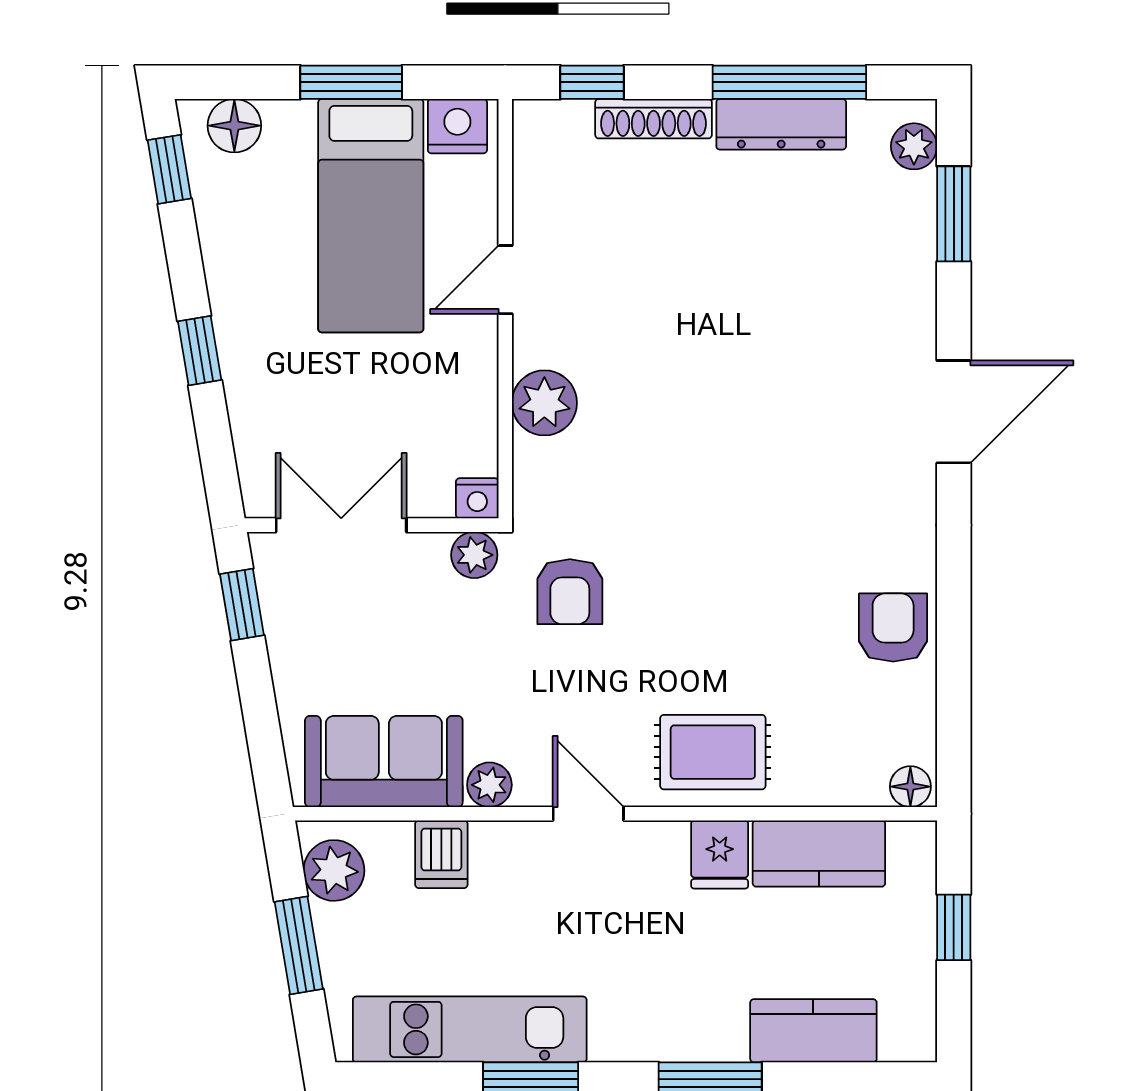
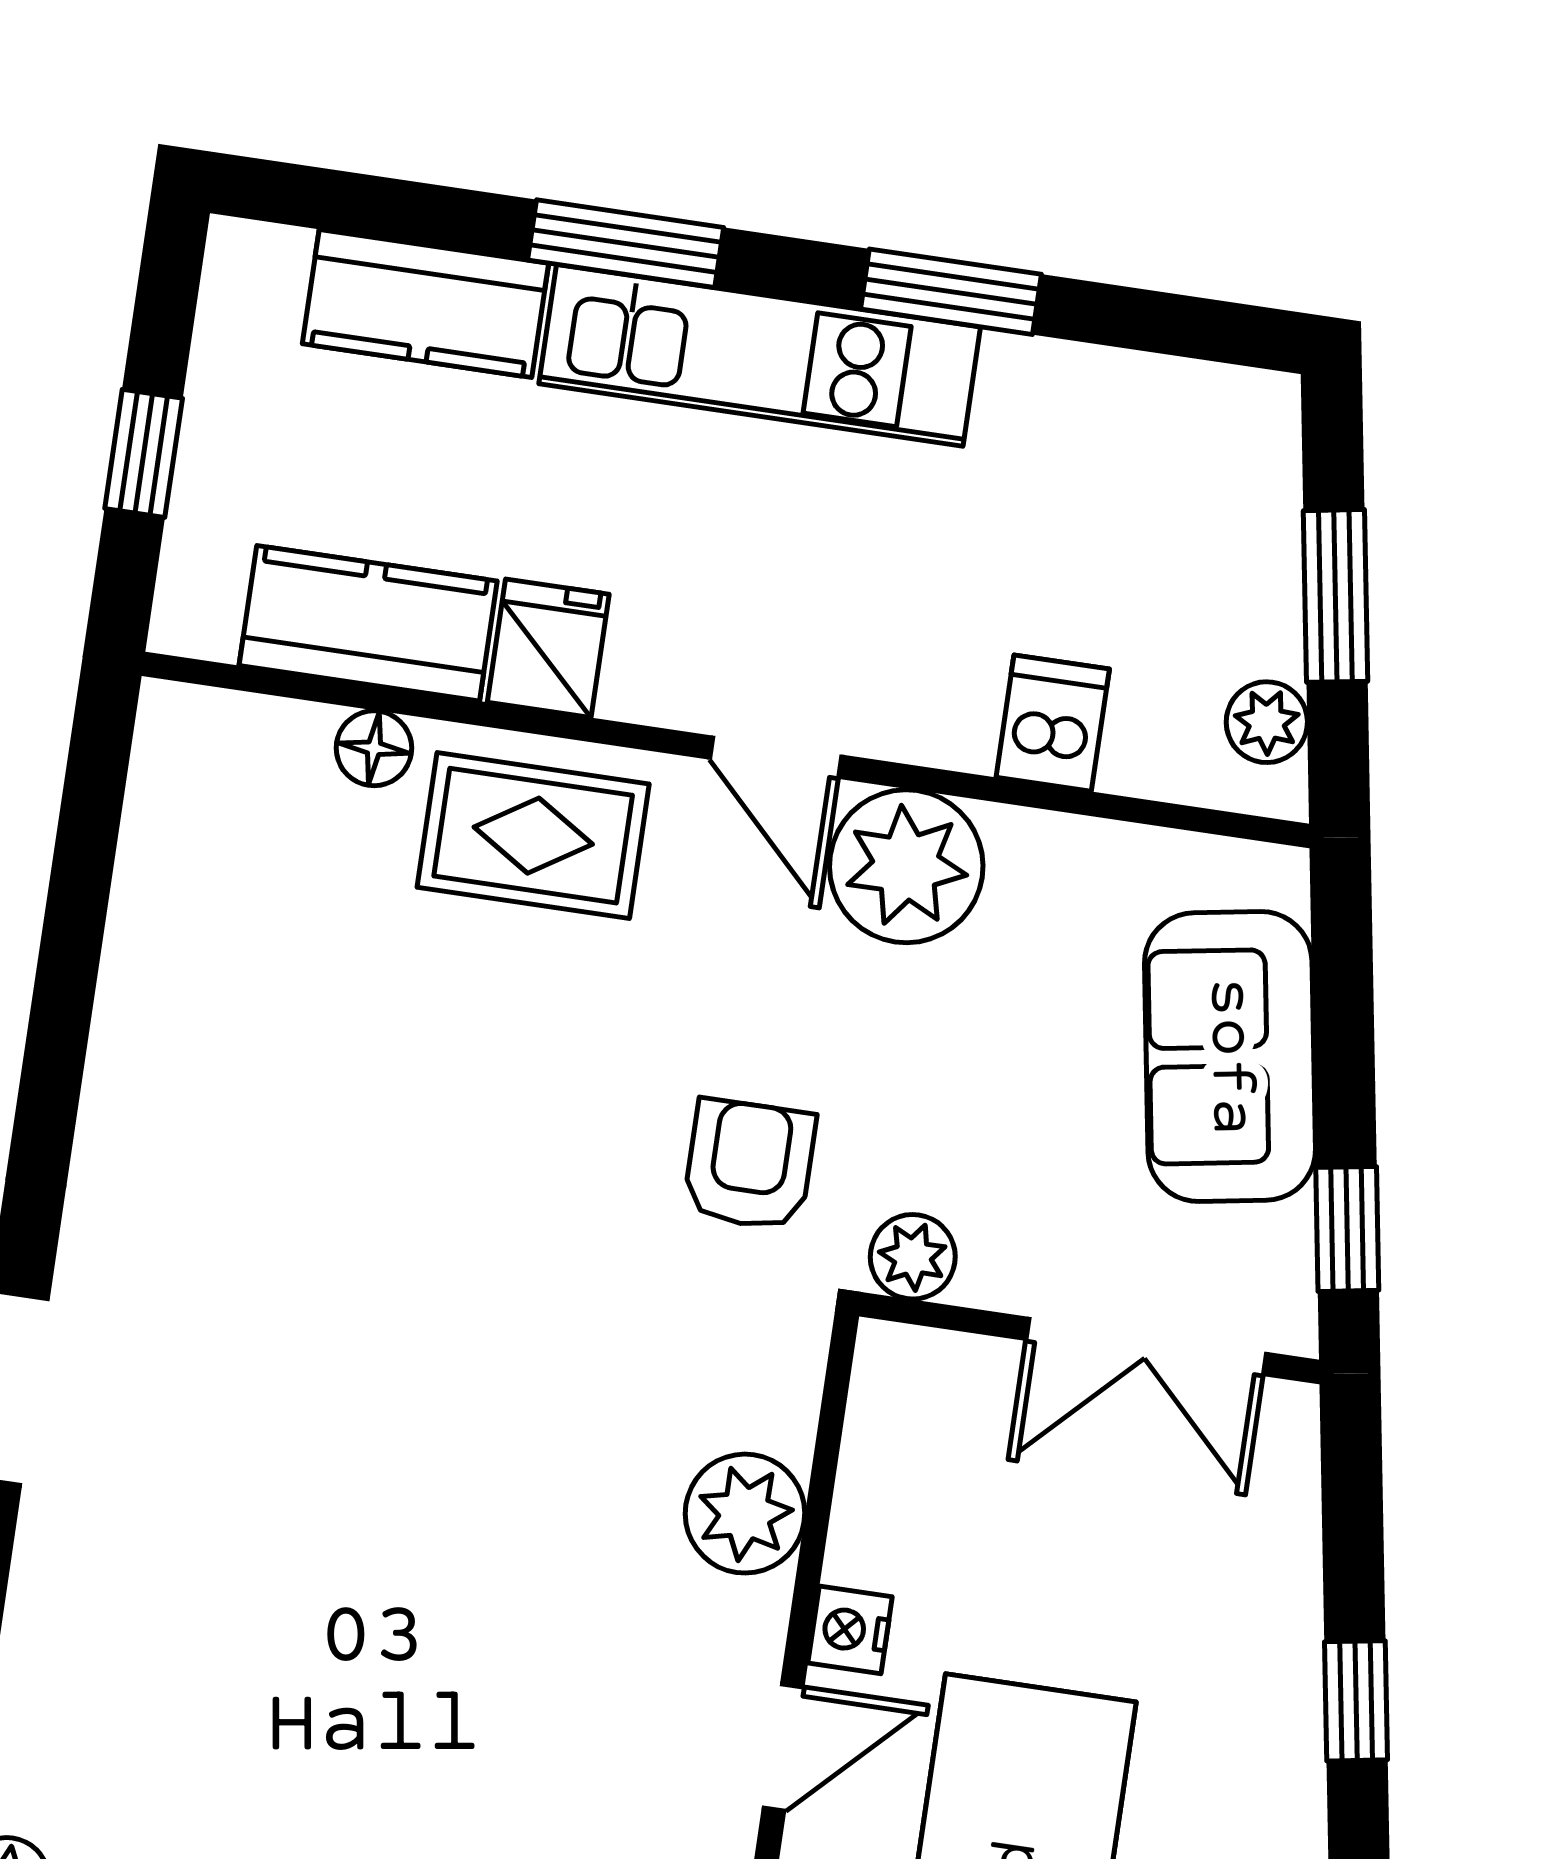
nightstand: (477, 498) -> (850, 1630), moved, turned -90
armchair: (893, 628) -> (173, 1013), removed
sofa: (384, 761) -> (1230, 1057), moved, turned 81
plant: (489, 785) -> (906, 866), width x1.88, depth x1.88
floor lamp: (910, 787) -> (374, 748), moved
plant: (334, 870) -> (1267, 722), width x0.73, depth x0.73
kitchen unit: (470, 1029) -> (760, 355), moved

